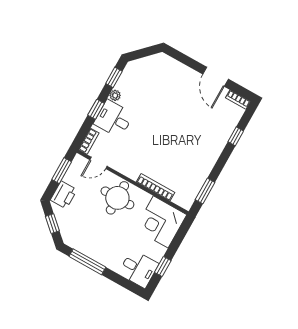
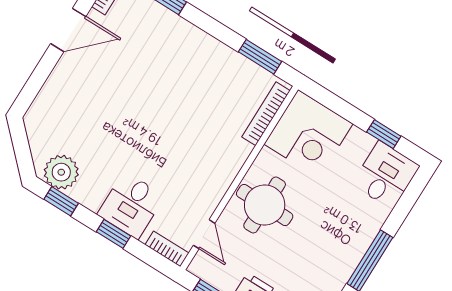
plant: (115, 95) -> (61, 172), moved, width x1.88, depth x1.88
bookcase: (155, 187) -> (266, 114), moved

